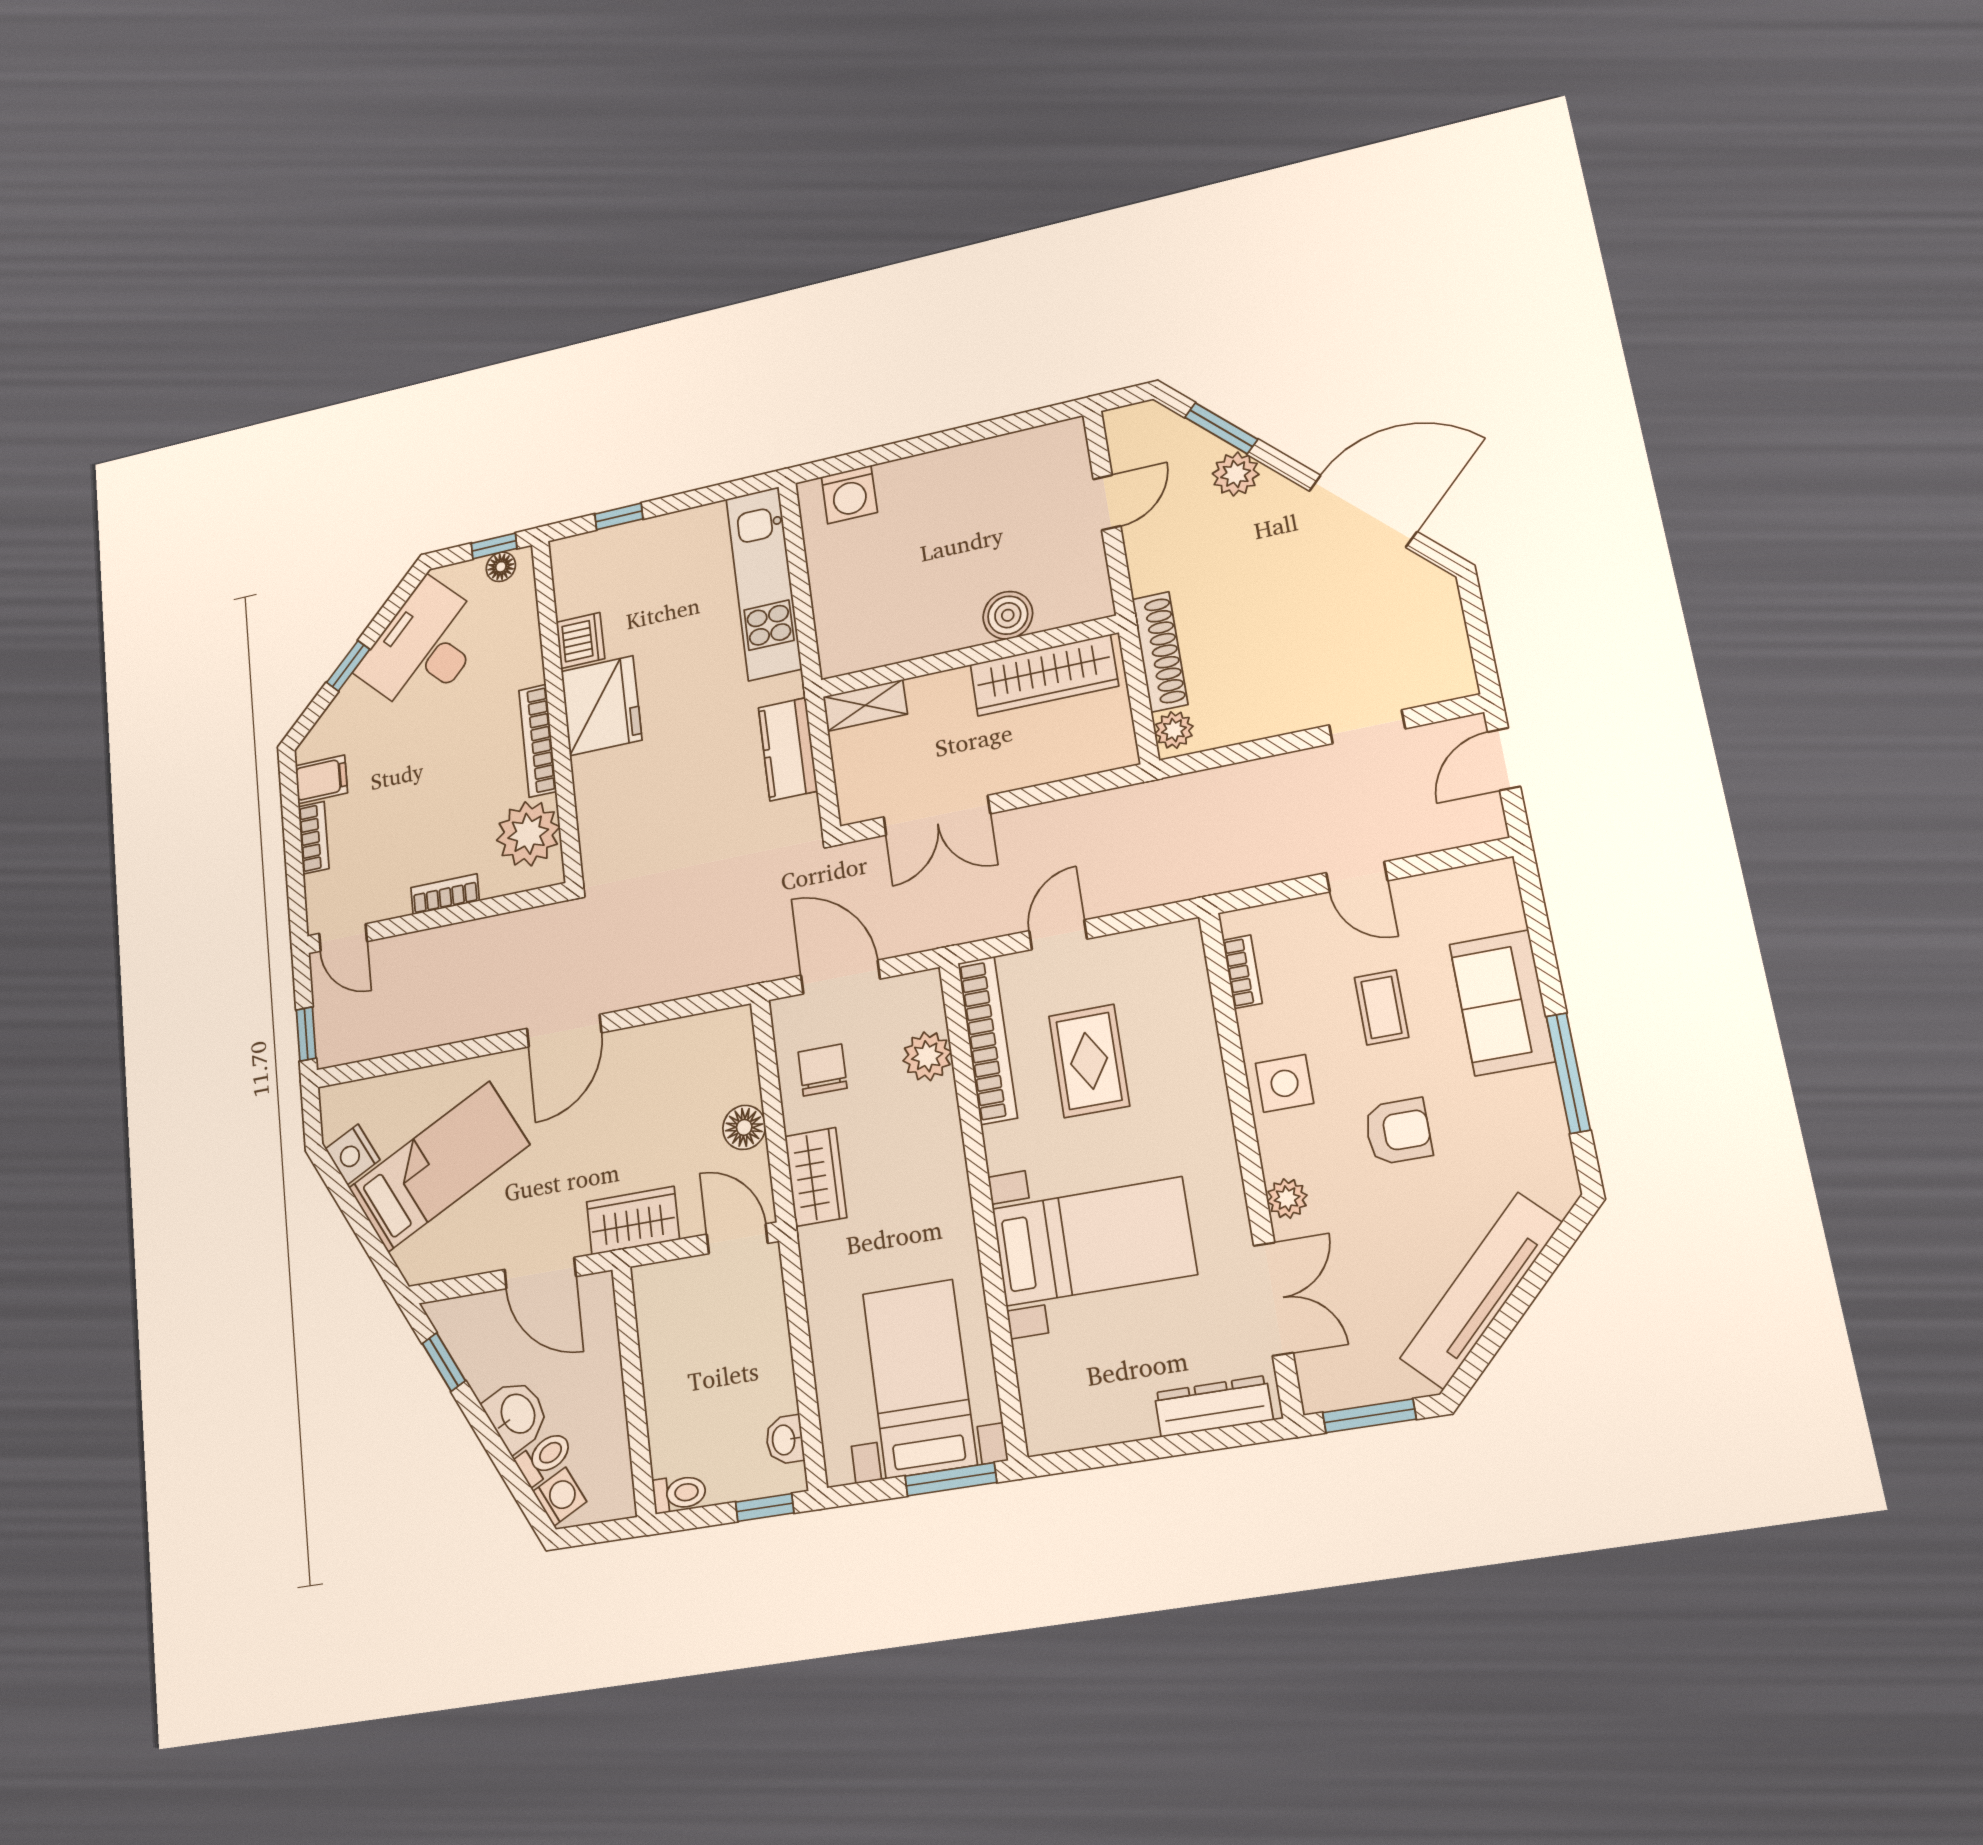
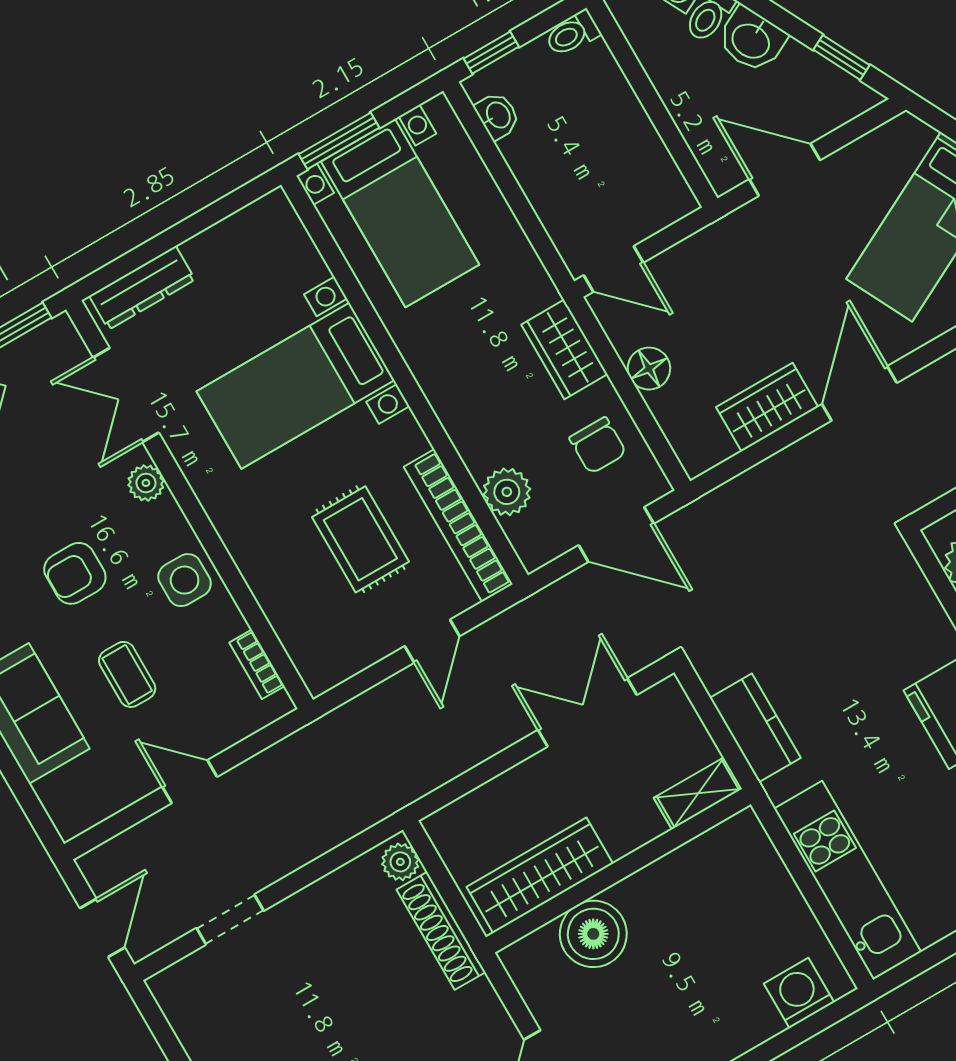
boiler: (1008, 615) -> (593, 934), width x1.37, depth x1.37
wardrobe: (633, 1221) -> (767, 407), moved, turned 180

